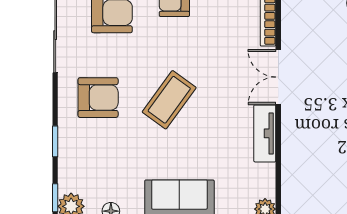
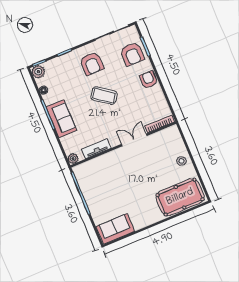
tv unit: (265, 133) -> (96, 149), moved

